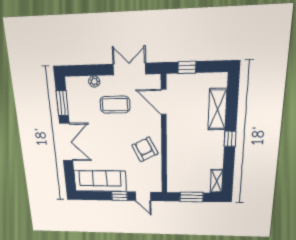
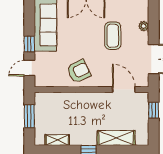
door: (164, 102) -> (124, 90), hinge flipped
coffee table: (115, 105) -> (113, 36), moved
shelving: (217, 181) -> (57, 140), moved

